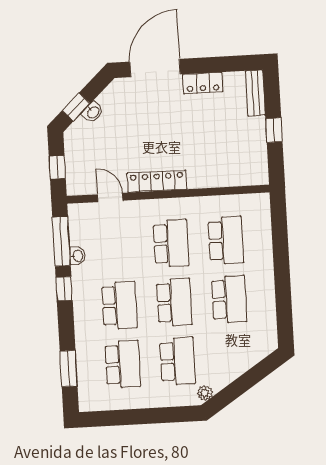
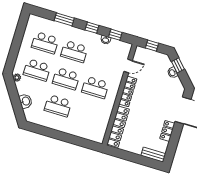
window: (274, 130) -> (132, 157), removed
locker: (228, 176) -> (118, 127), added
school desk: (226, 240) -> (87, 115), removed
window: (61, 241) -> (115, 35), width x0.46
washbasin: (242, 361) -> (26, 101), added
window: (69, 369) -> (64, 19), moved

